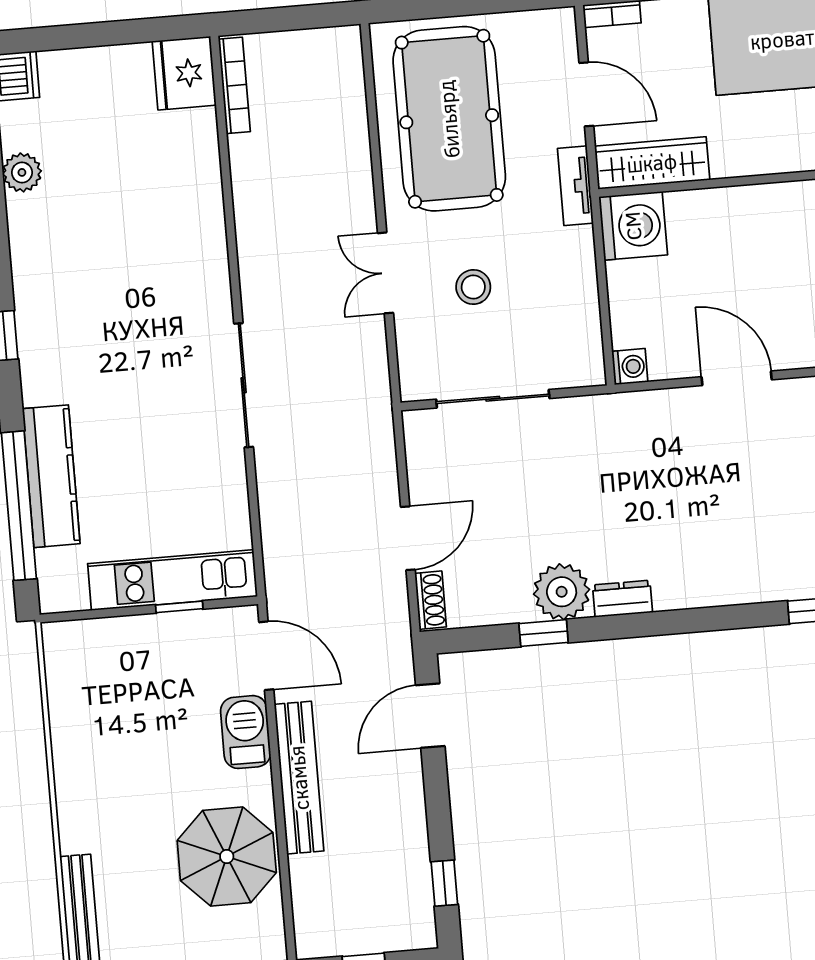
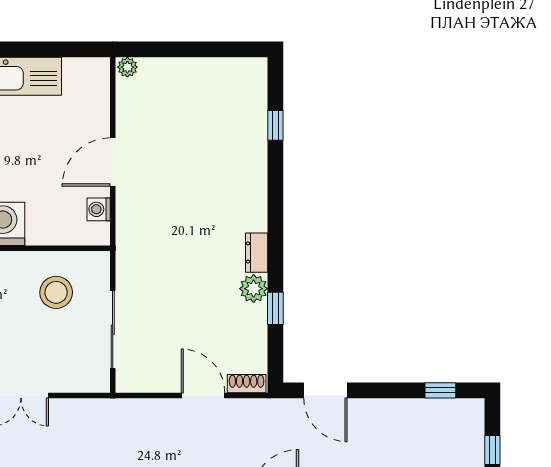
stool: (473, 287) -> (56, 292), moved, width x1.38, depth x1.38
washing machine: (630, 367) -> (99, 209), moved, turned -90
plant: (562, 592) -> (254, 289), width x0.73, depth x0.73

